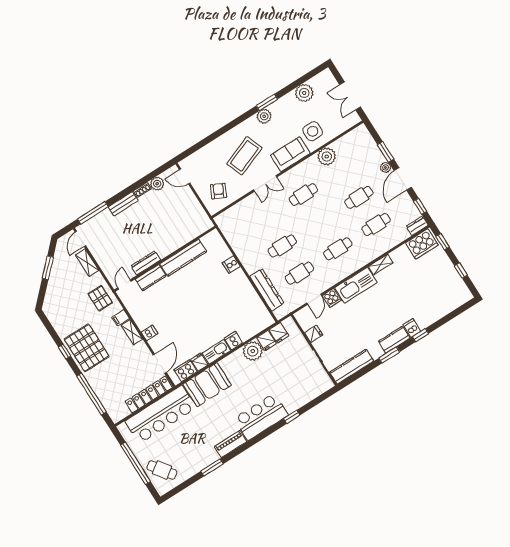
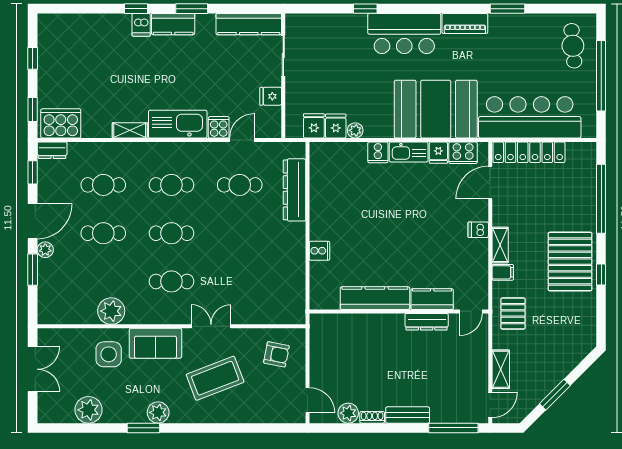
armchair: (218, 191) -> (276, 354), turned -105
cafe table: (282, 246) -> (171, 233), moved
plant: (253, 351) -> (355, 130), width x0.53, depth x0.53
booth: (207, 385) -> (436, 109), width x1.36, depth x1.42
cafe table: (162, 470) -> (573, 46), turned 31

